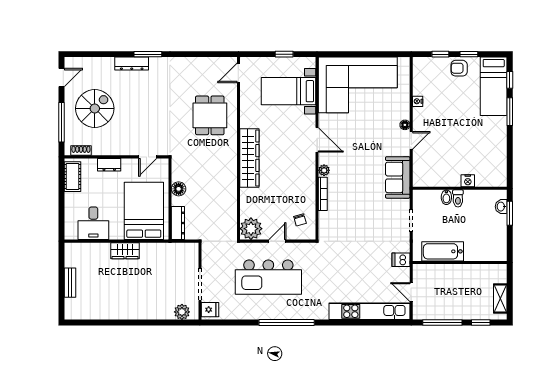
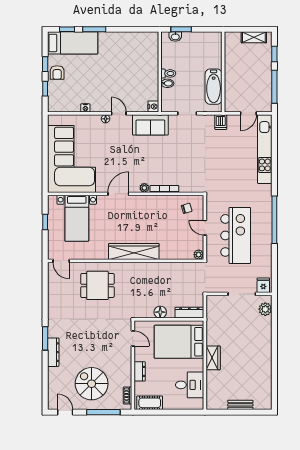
nightstand: (468, 181) -> (153, 106), moved
plant: (251, 229) -> (199, 255), width x0.53, depth x0.53

